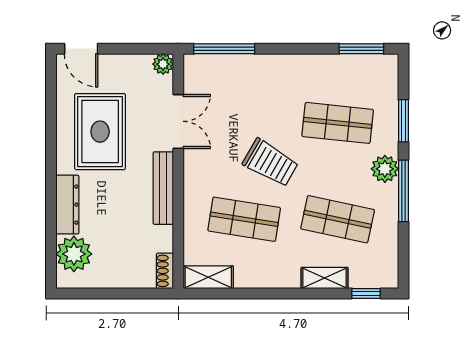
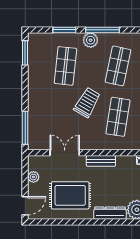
plant: (163, 64) -> (33, 177), moved
bench: (163, 188) -> (101, 161), width x0.73

